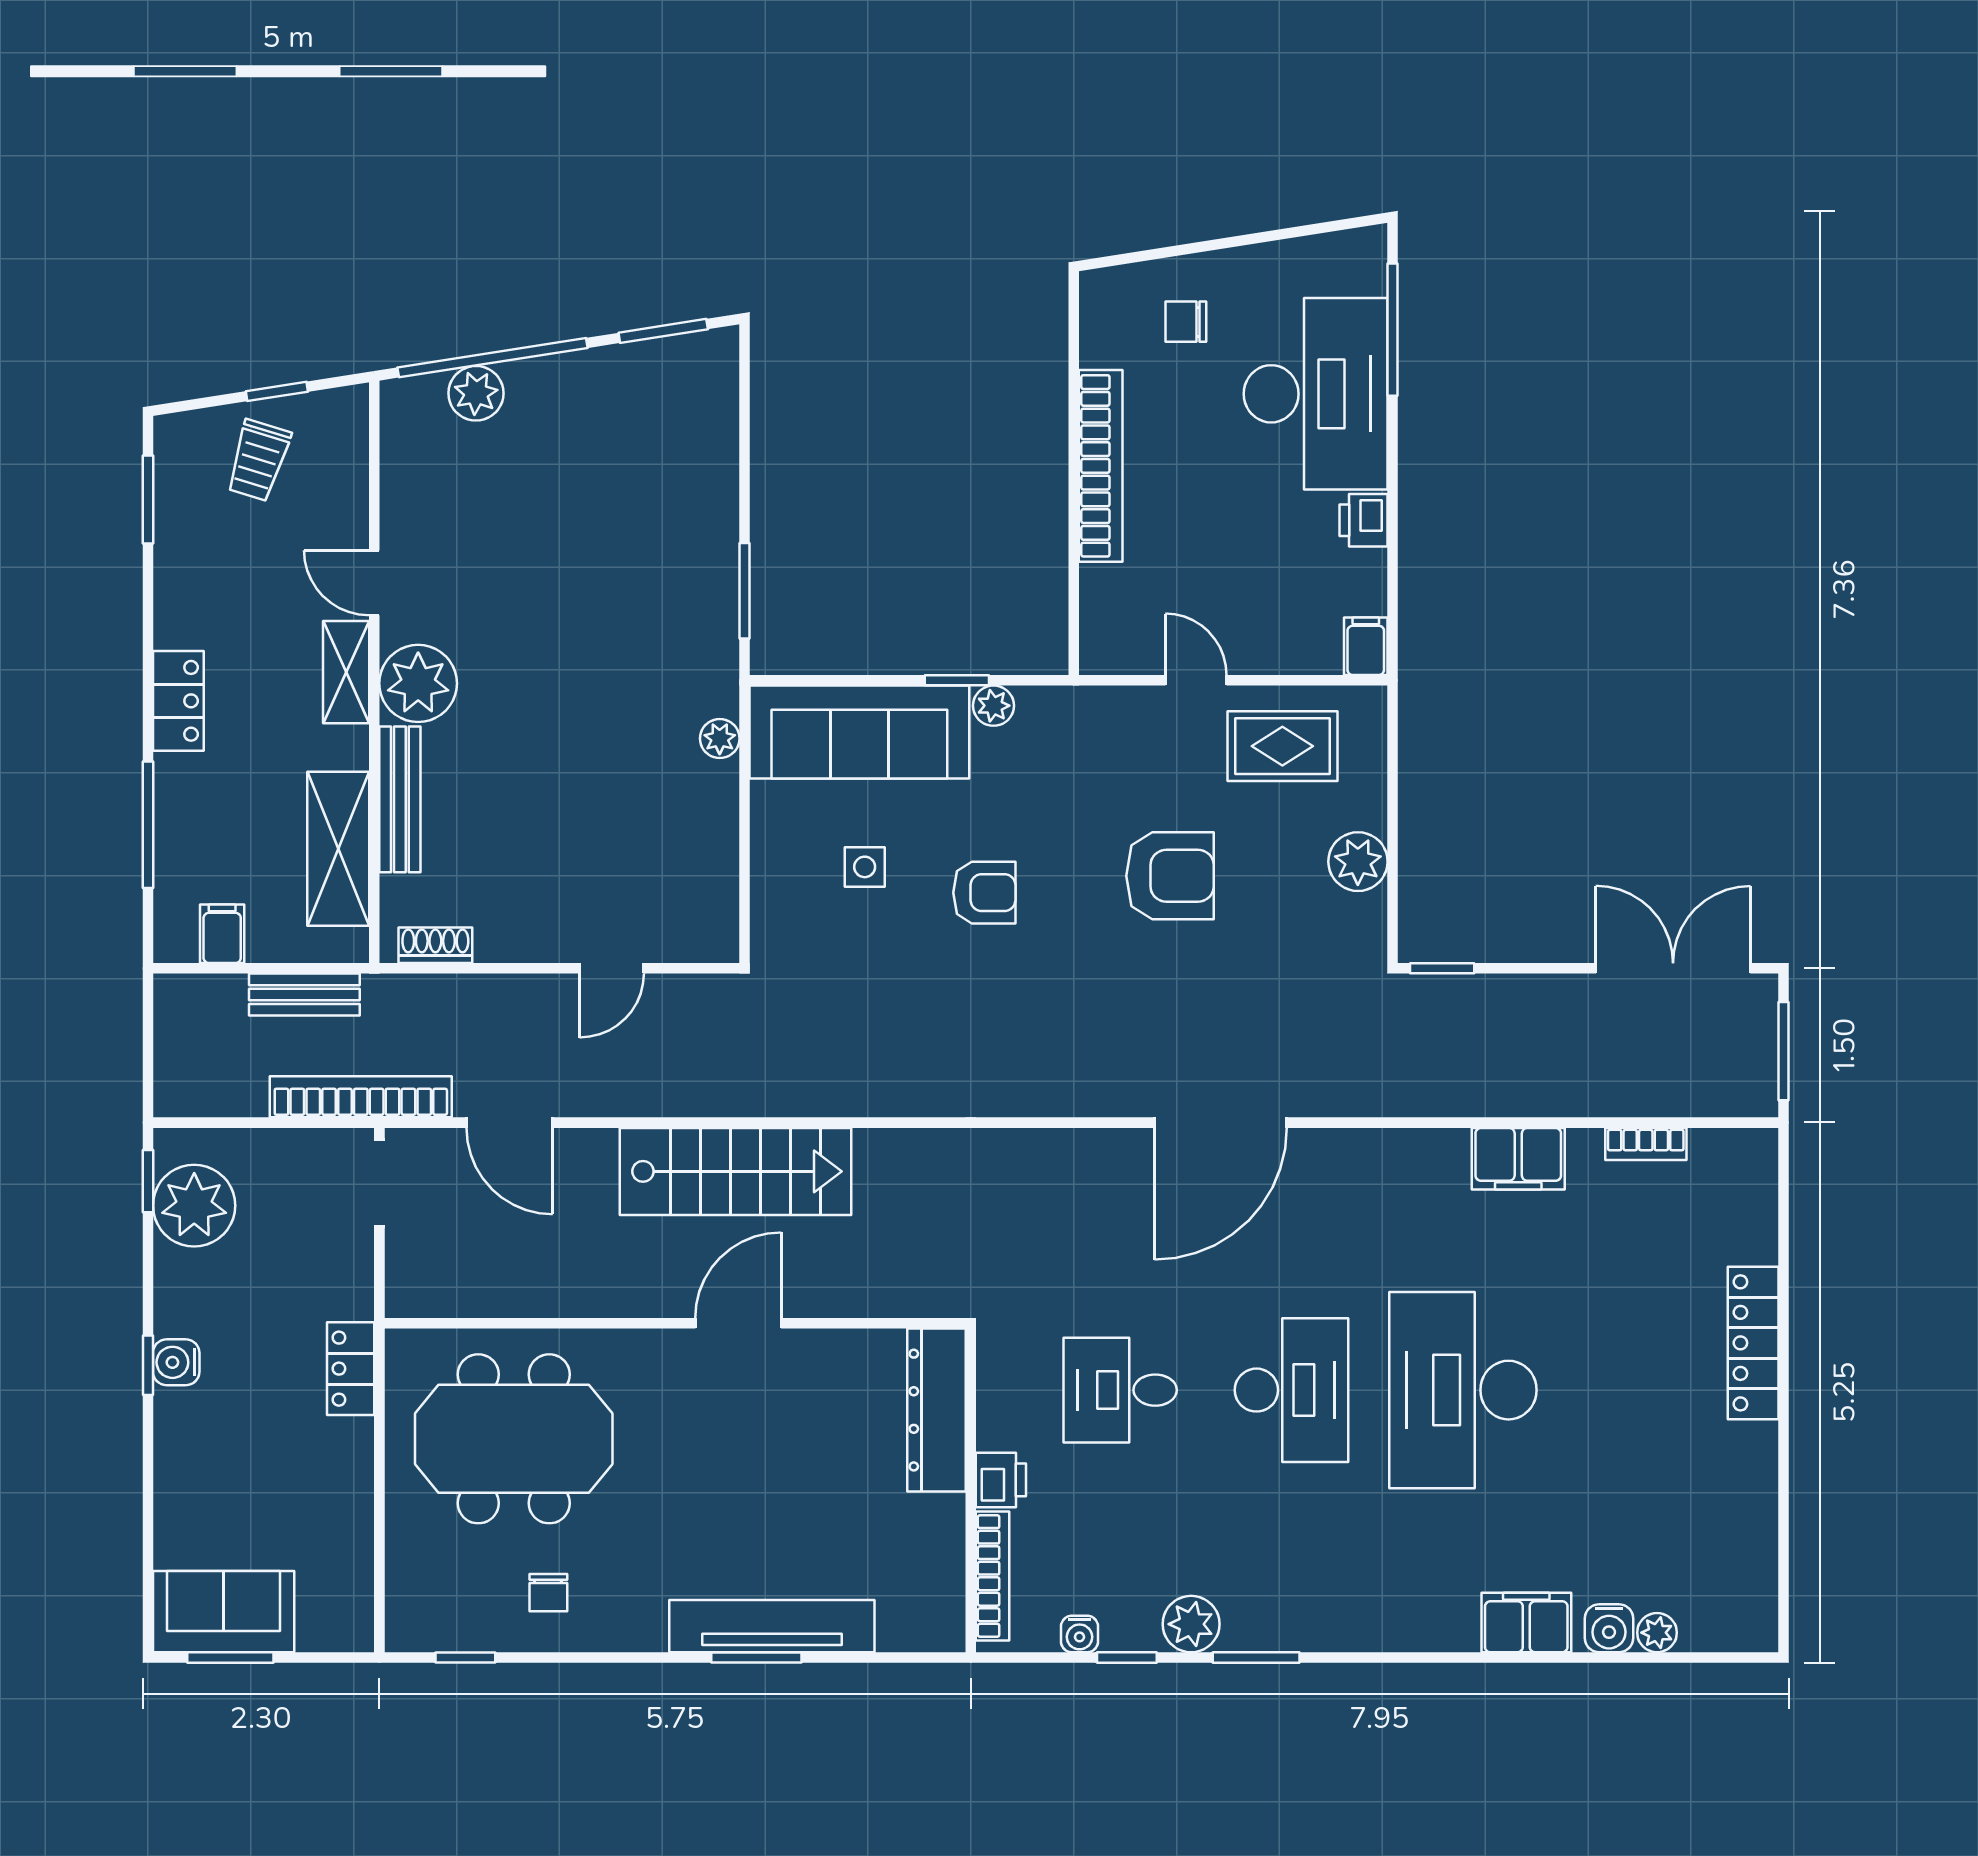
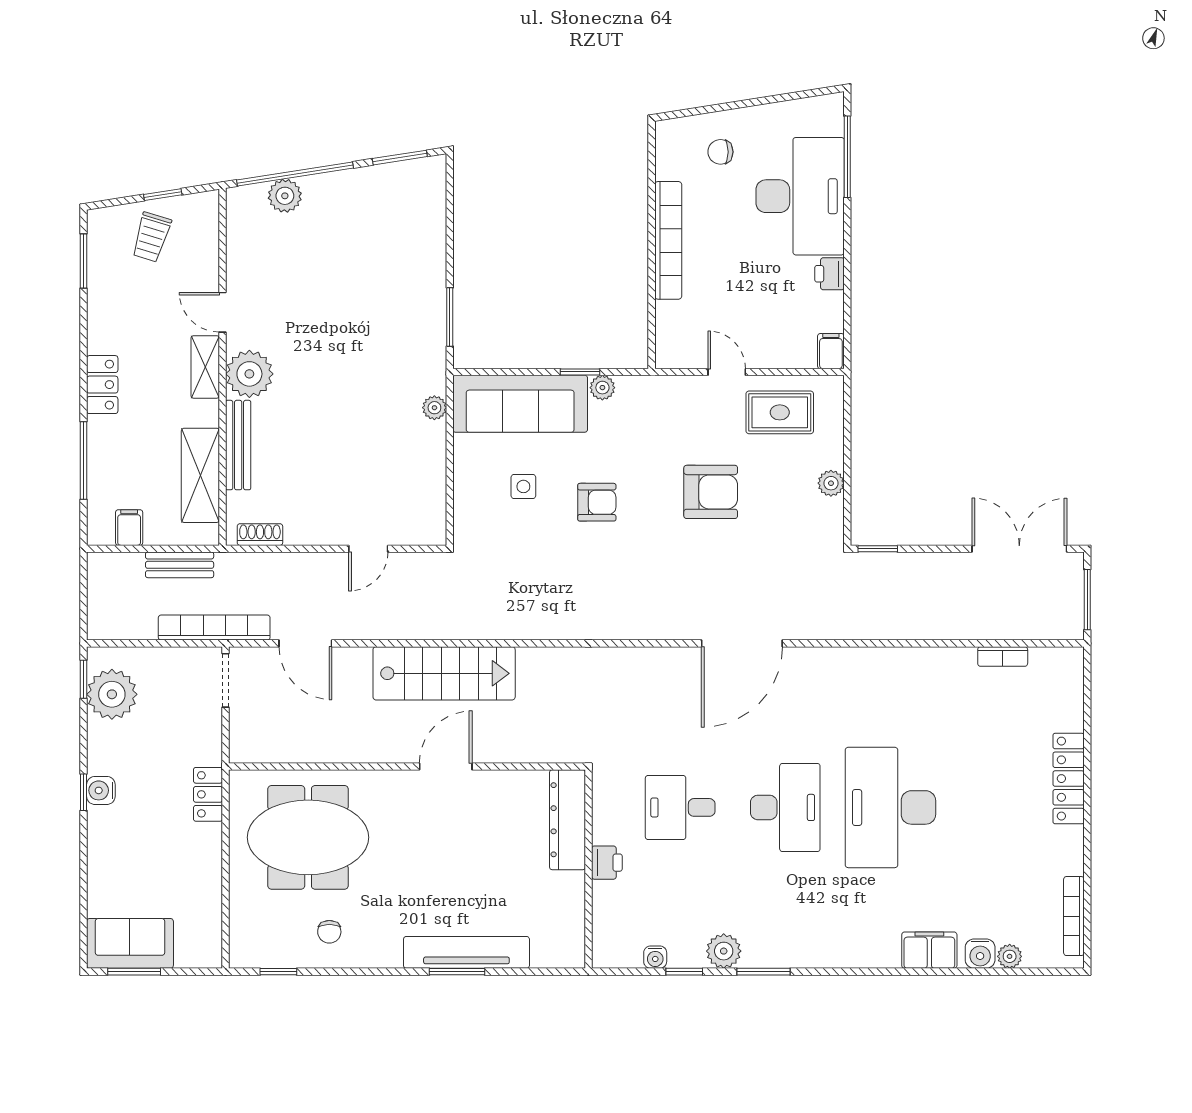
plant: (1358, 862) -> (831, 483), width x0.73, depth x0.73
filing cabinet: (1518, 1159) -> (924, 666), removed
bookcase: (993, 1576) -> (1074, 916), moved, turned 180

